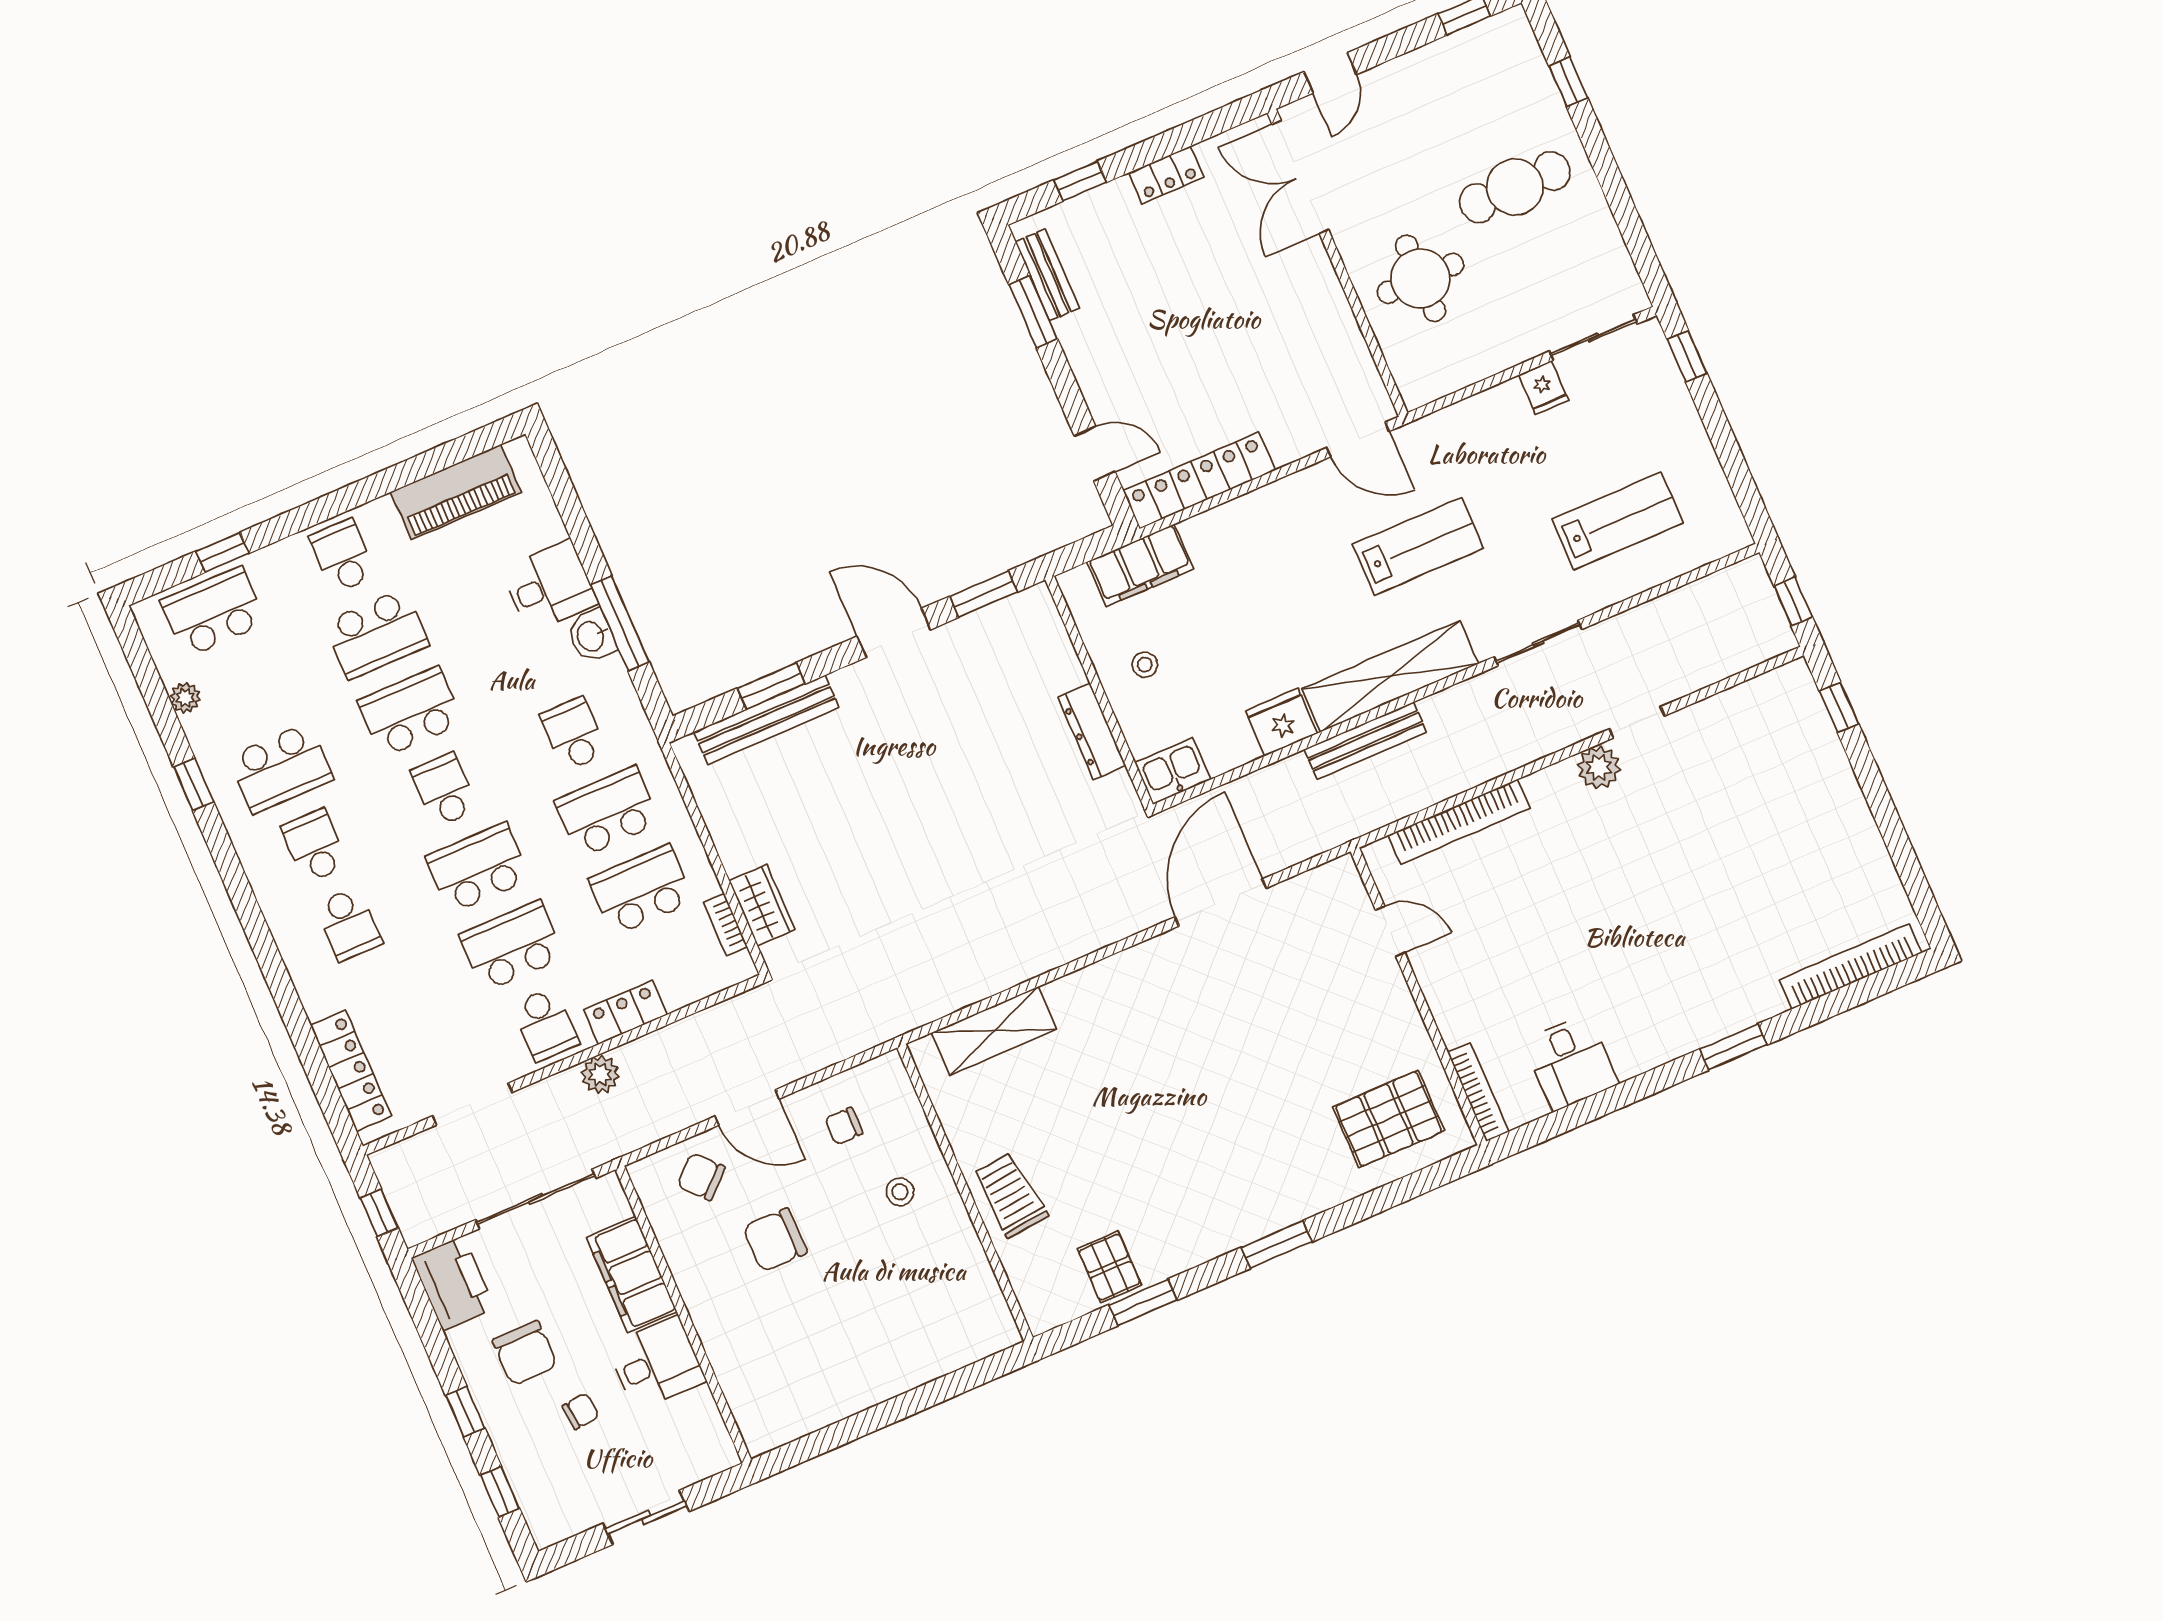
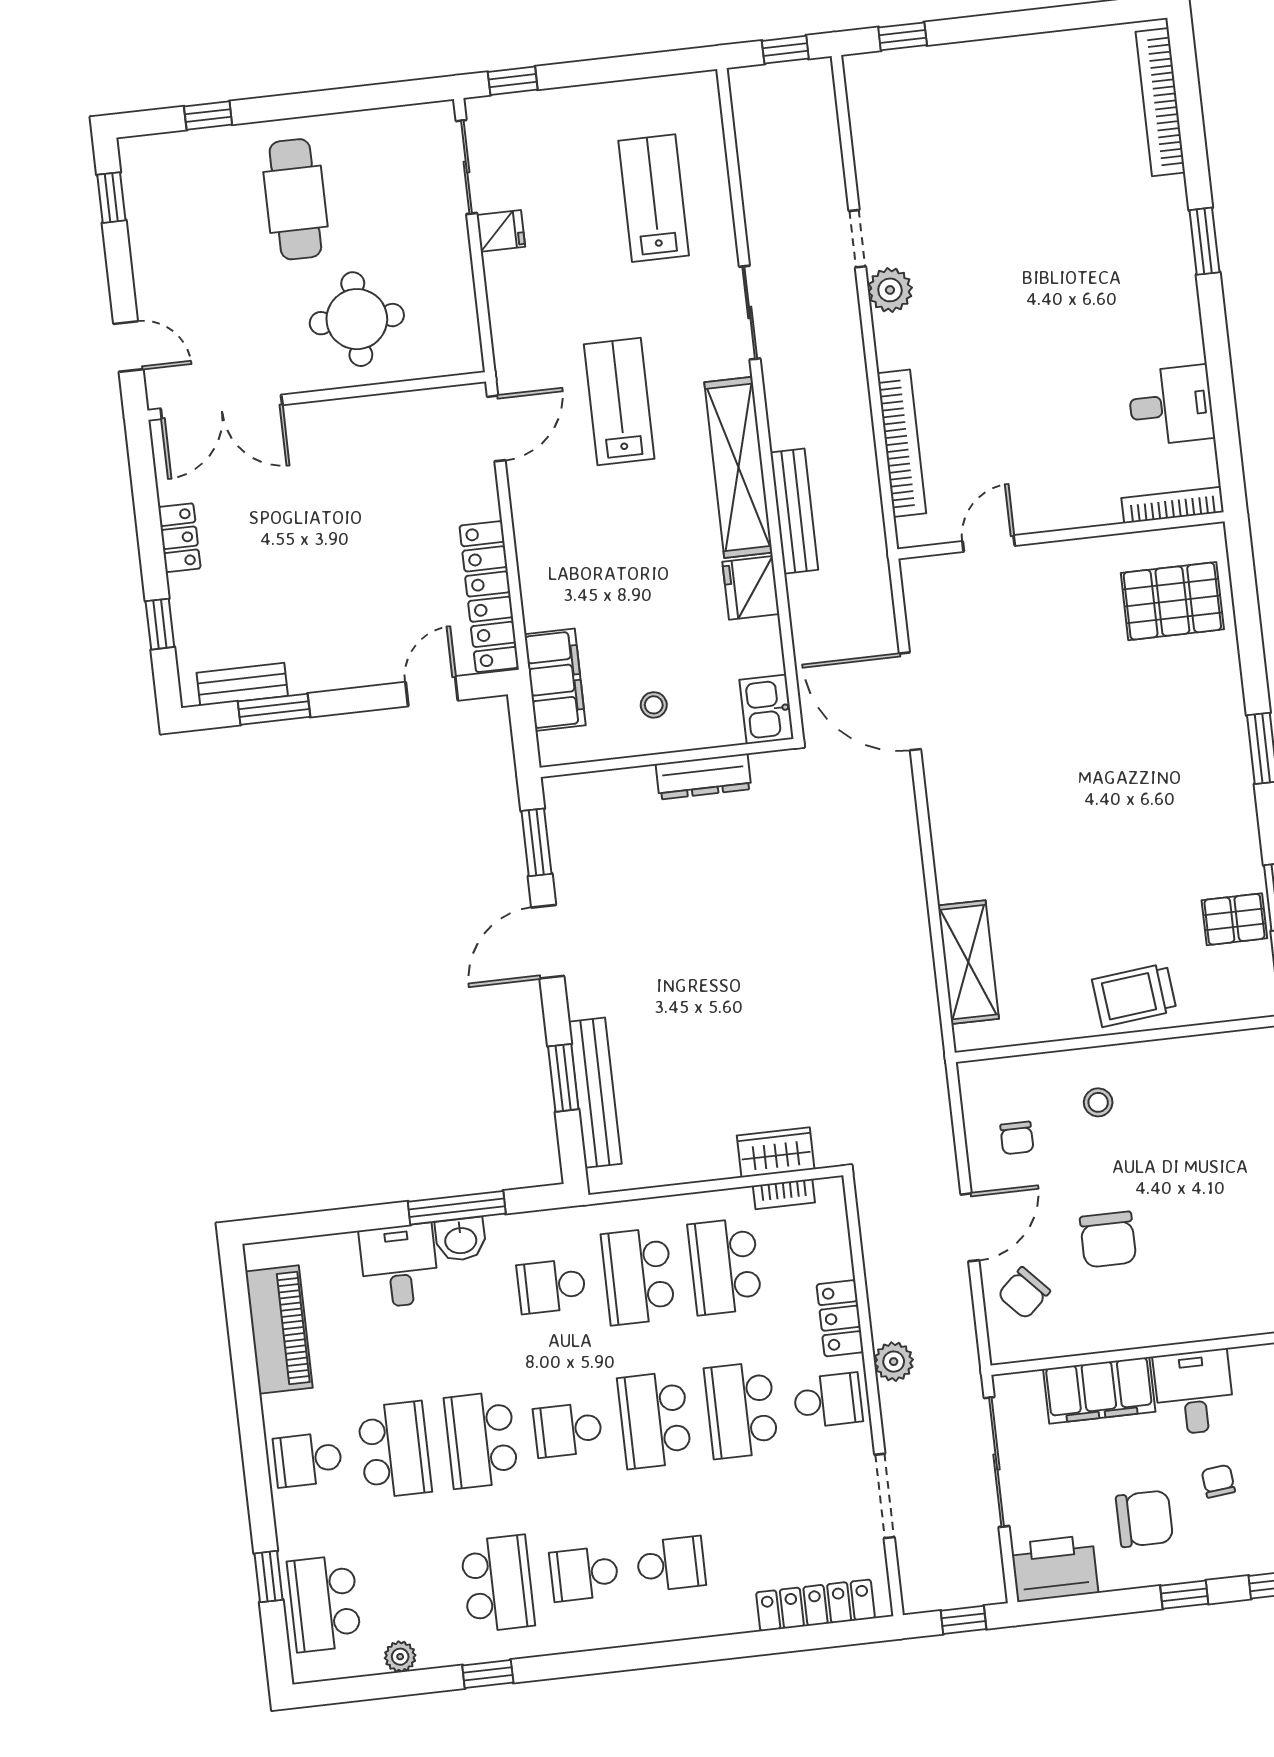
pallet: (1389, 1119) -> (1172, 601), turned 90

